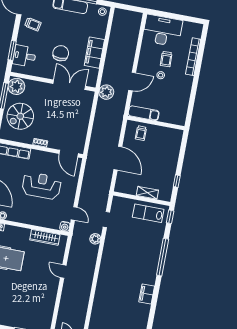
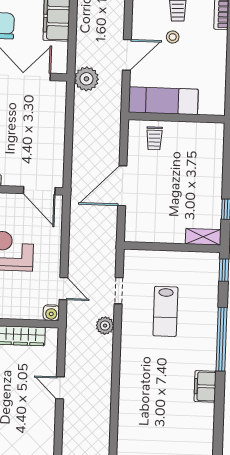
exam couch: (144, 113) -> (163, 101), width x1.36, depth x1.45
door: (118, 158) -> (122, 186), swing flipped
shelving: (147, 193) -> (203, 237), moved
lab bench: (148, 213) -> (165, 311), moved, turned -90
filing cabinet: (147, 294) -> (205, 386), moved

